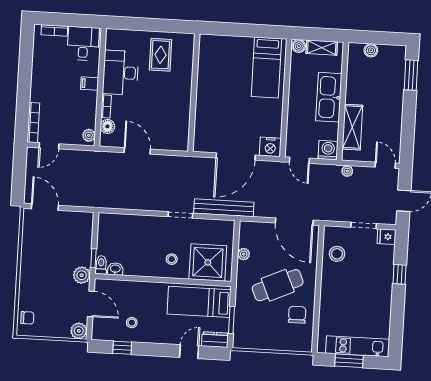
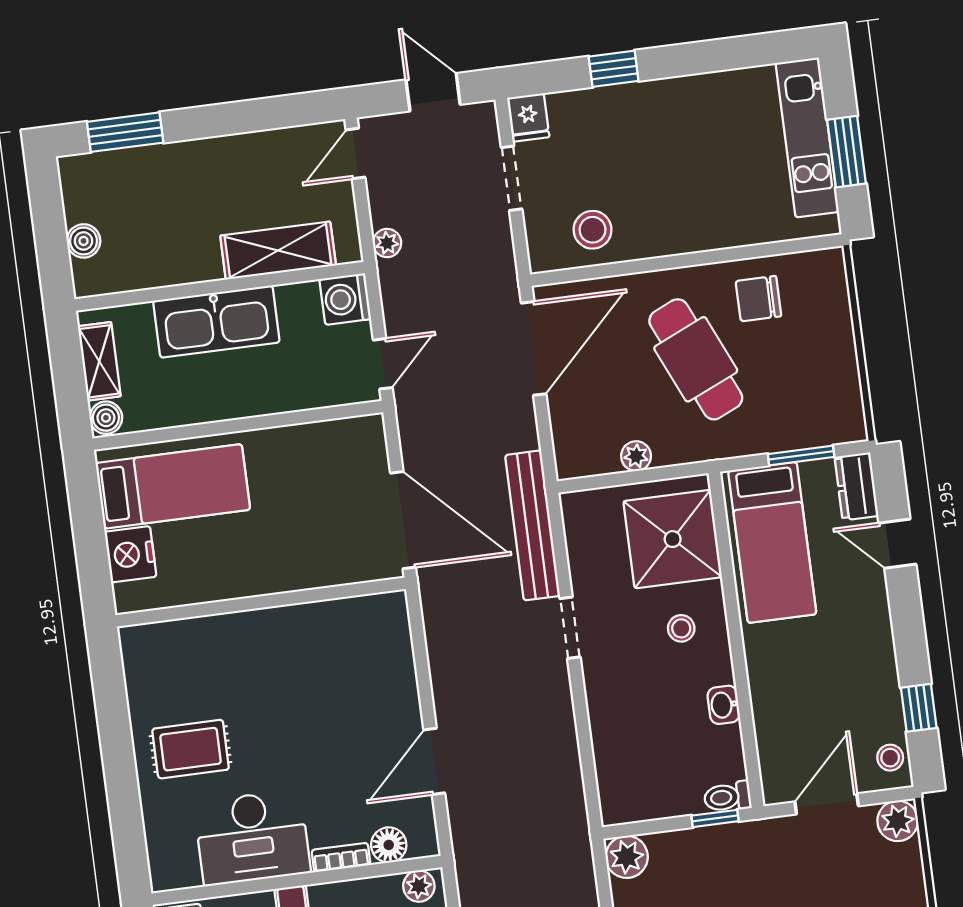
wall: (194, 93) -> (261, 602), moved
nightstand: (270, 147) -> (130, 554), moved, turned 180
washbasin: (115, 269) -> (724, 705), moved
plant: (82, 275) -> (627, 857), moved
stool: (132, 323) -> (890, 758), moved

